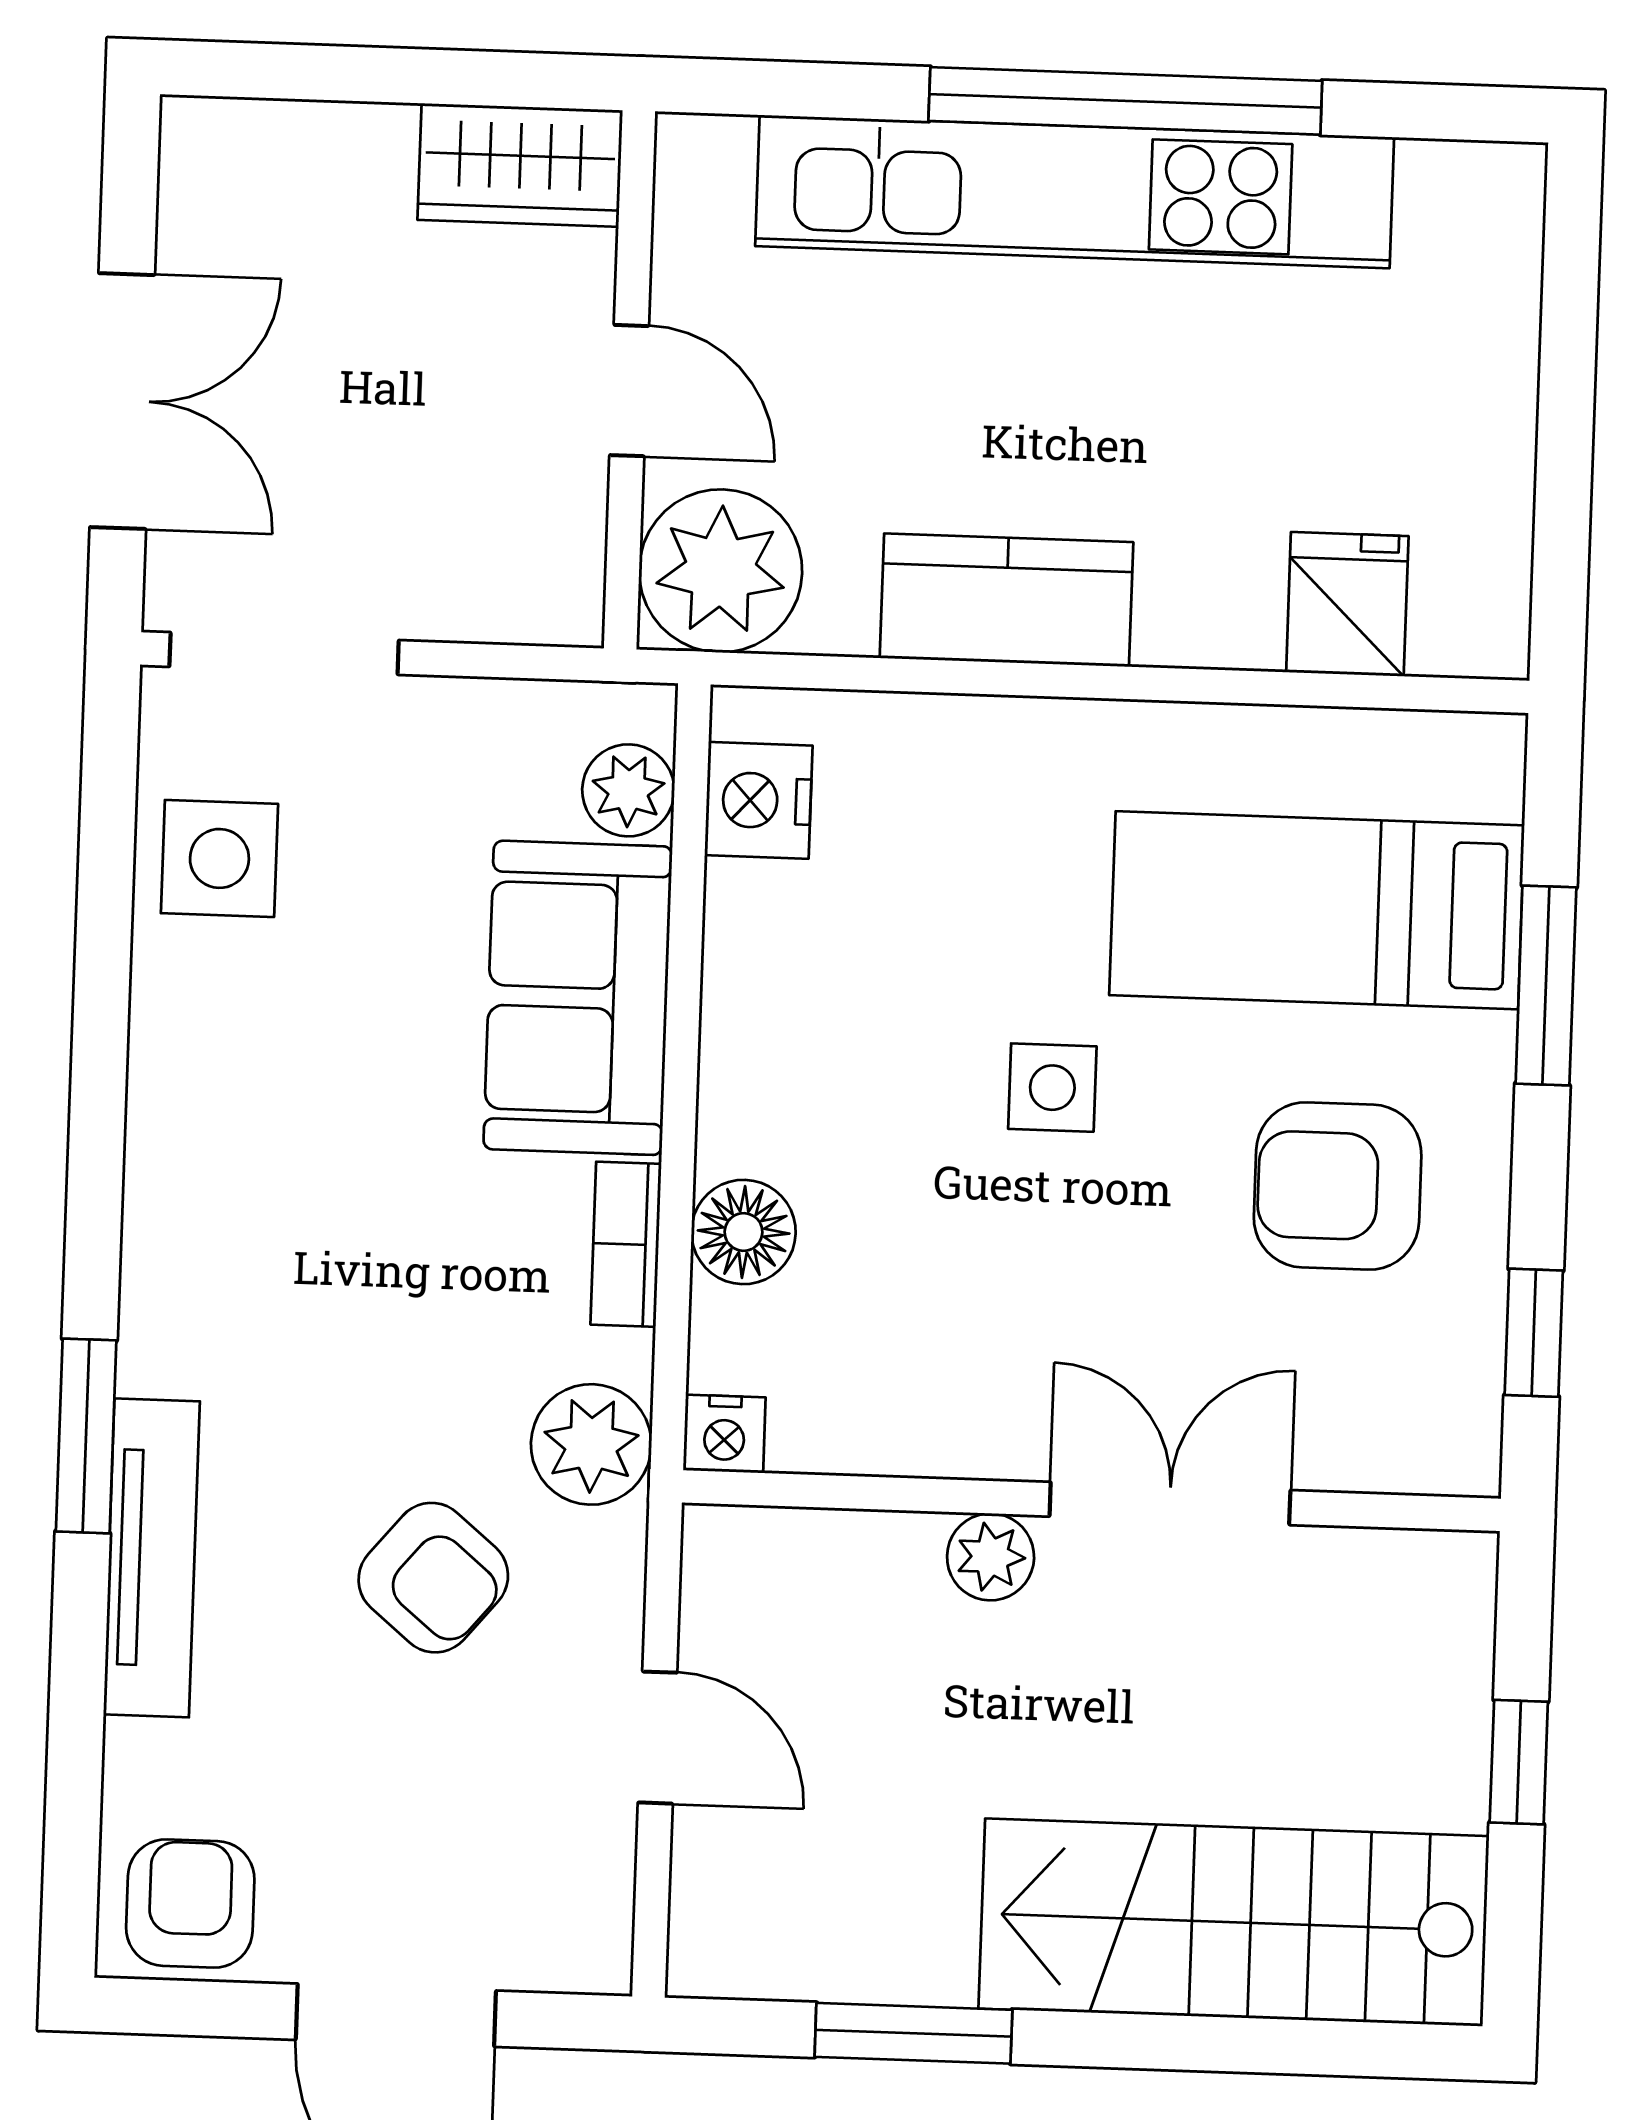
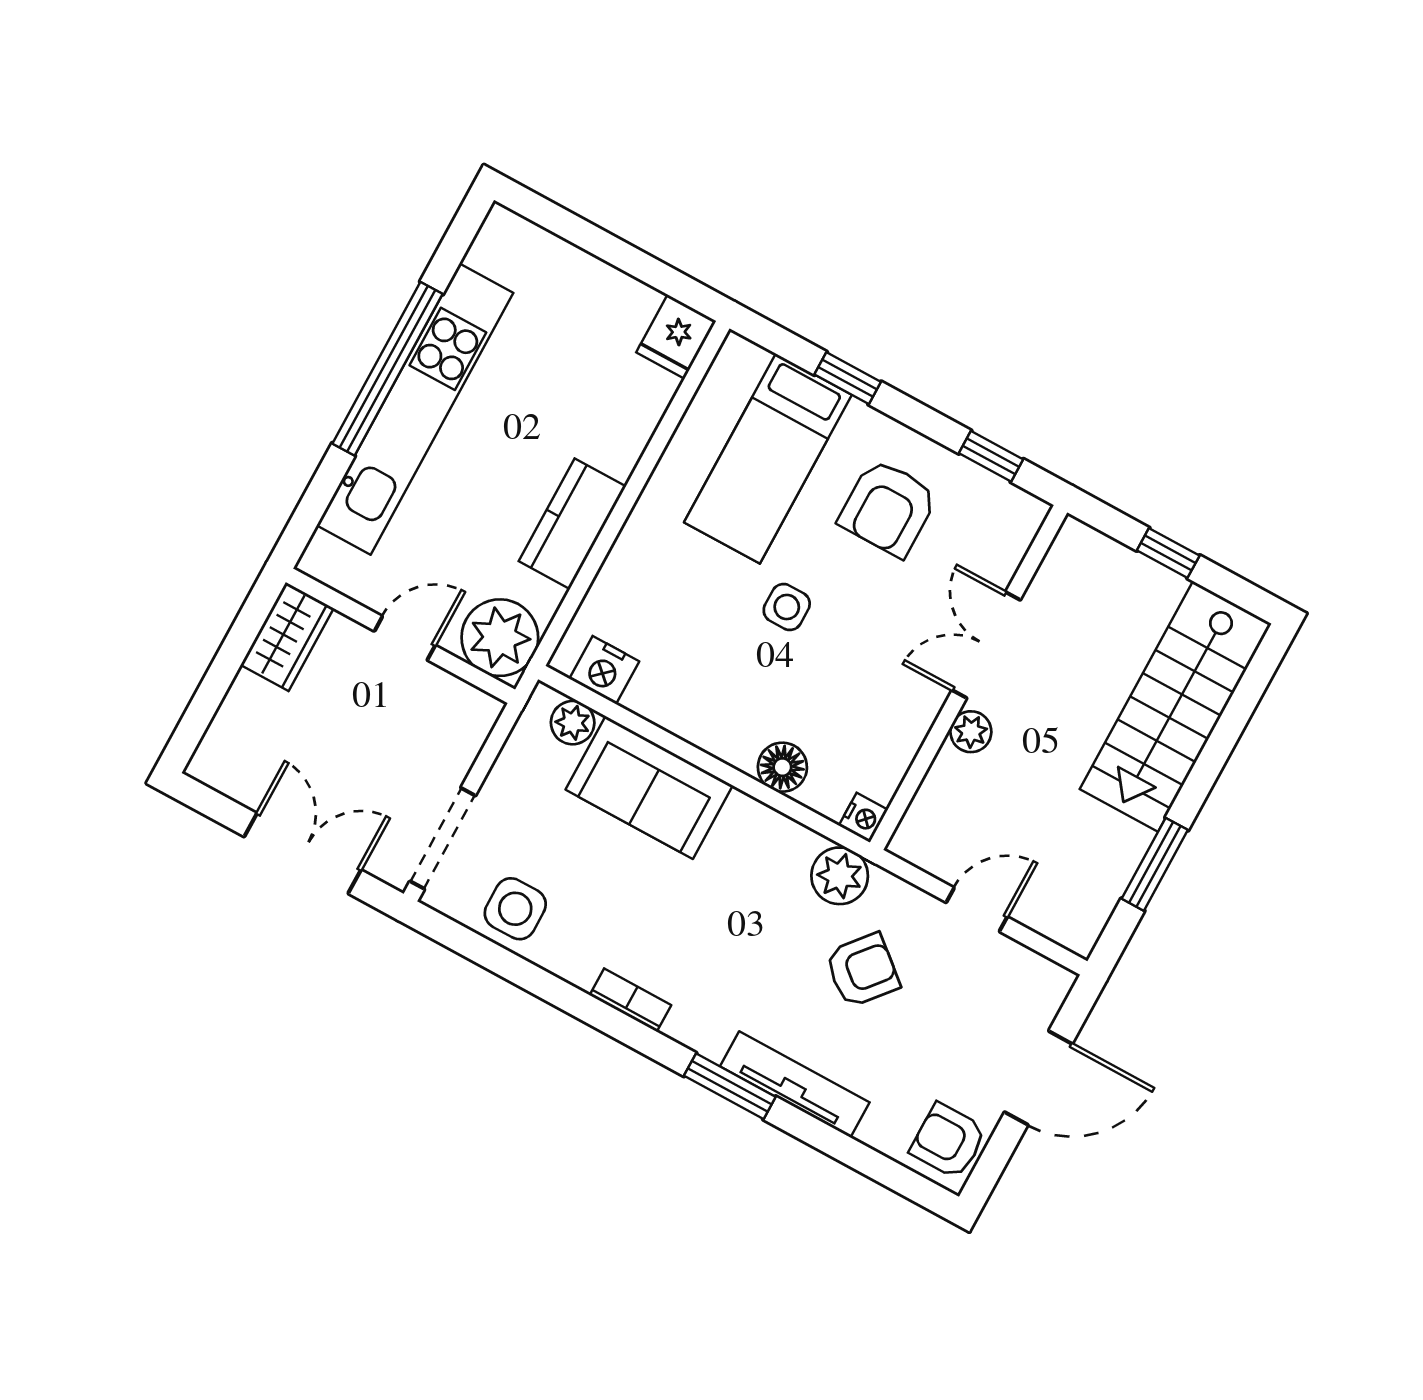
fridge: (1347, 604) -> (676, 337), moved, turned -90
window: (1546, 986) -> (848, 378), width x0.67
bookcase: (626, 1244) -> (630, 1000), moved, turned 180

